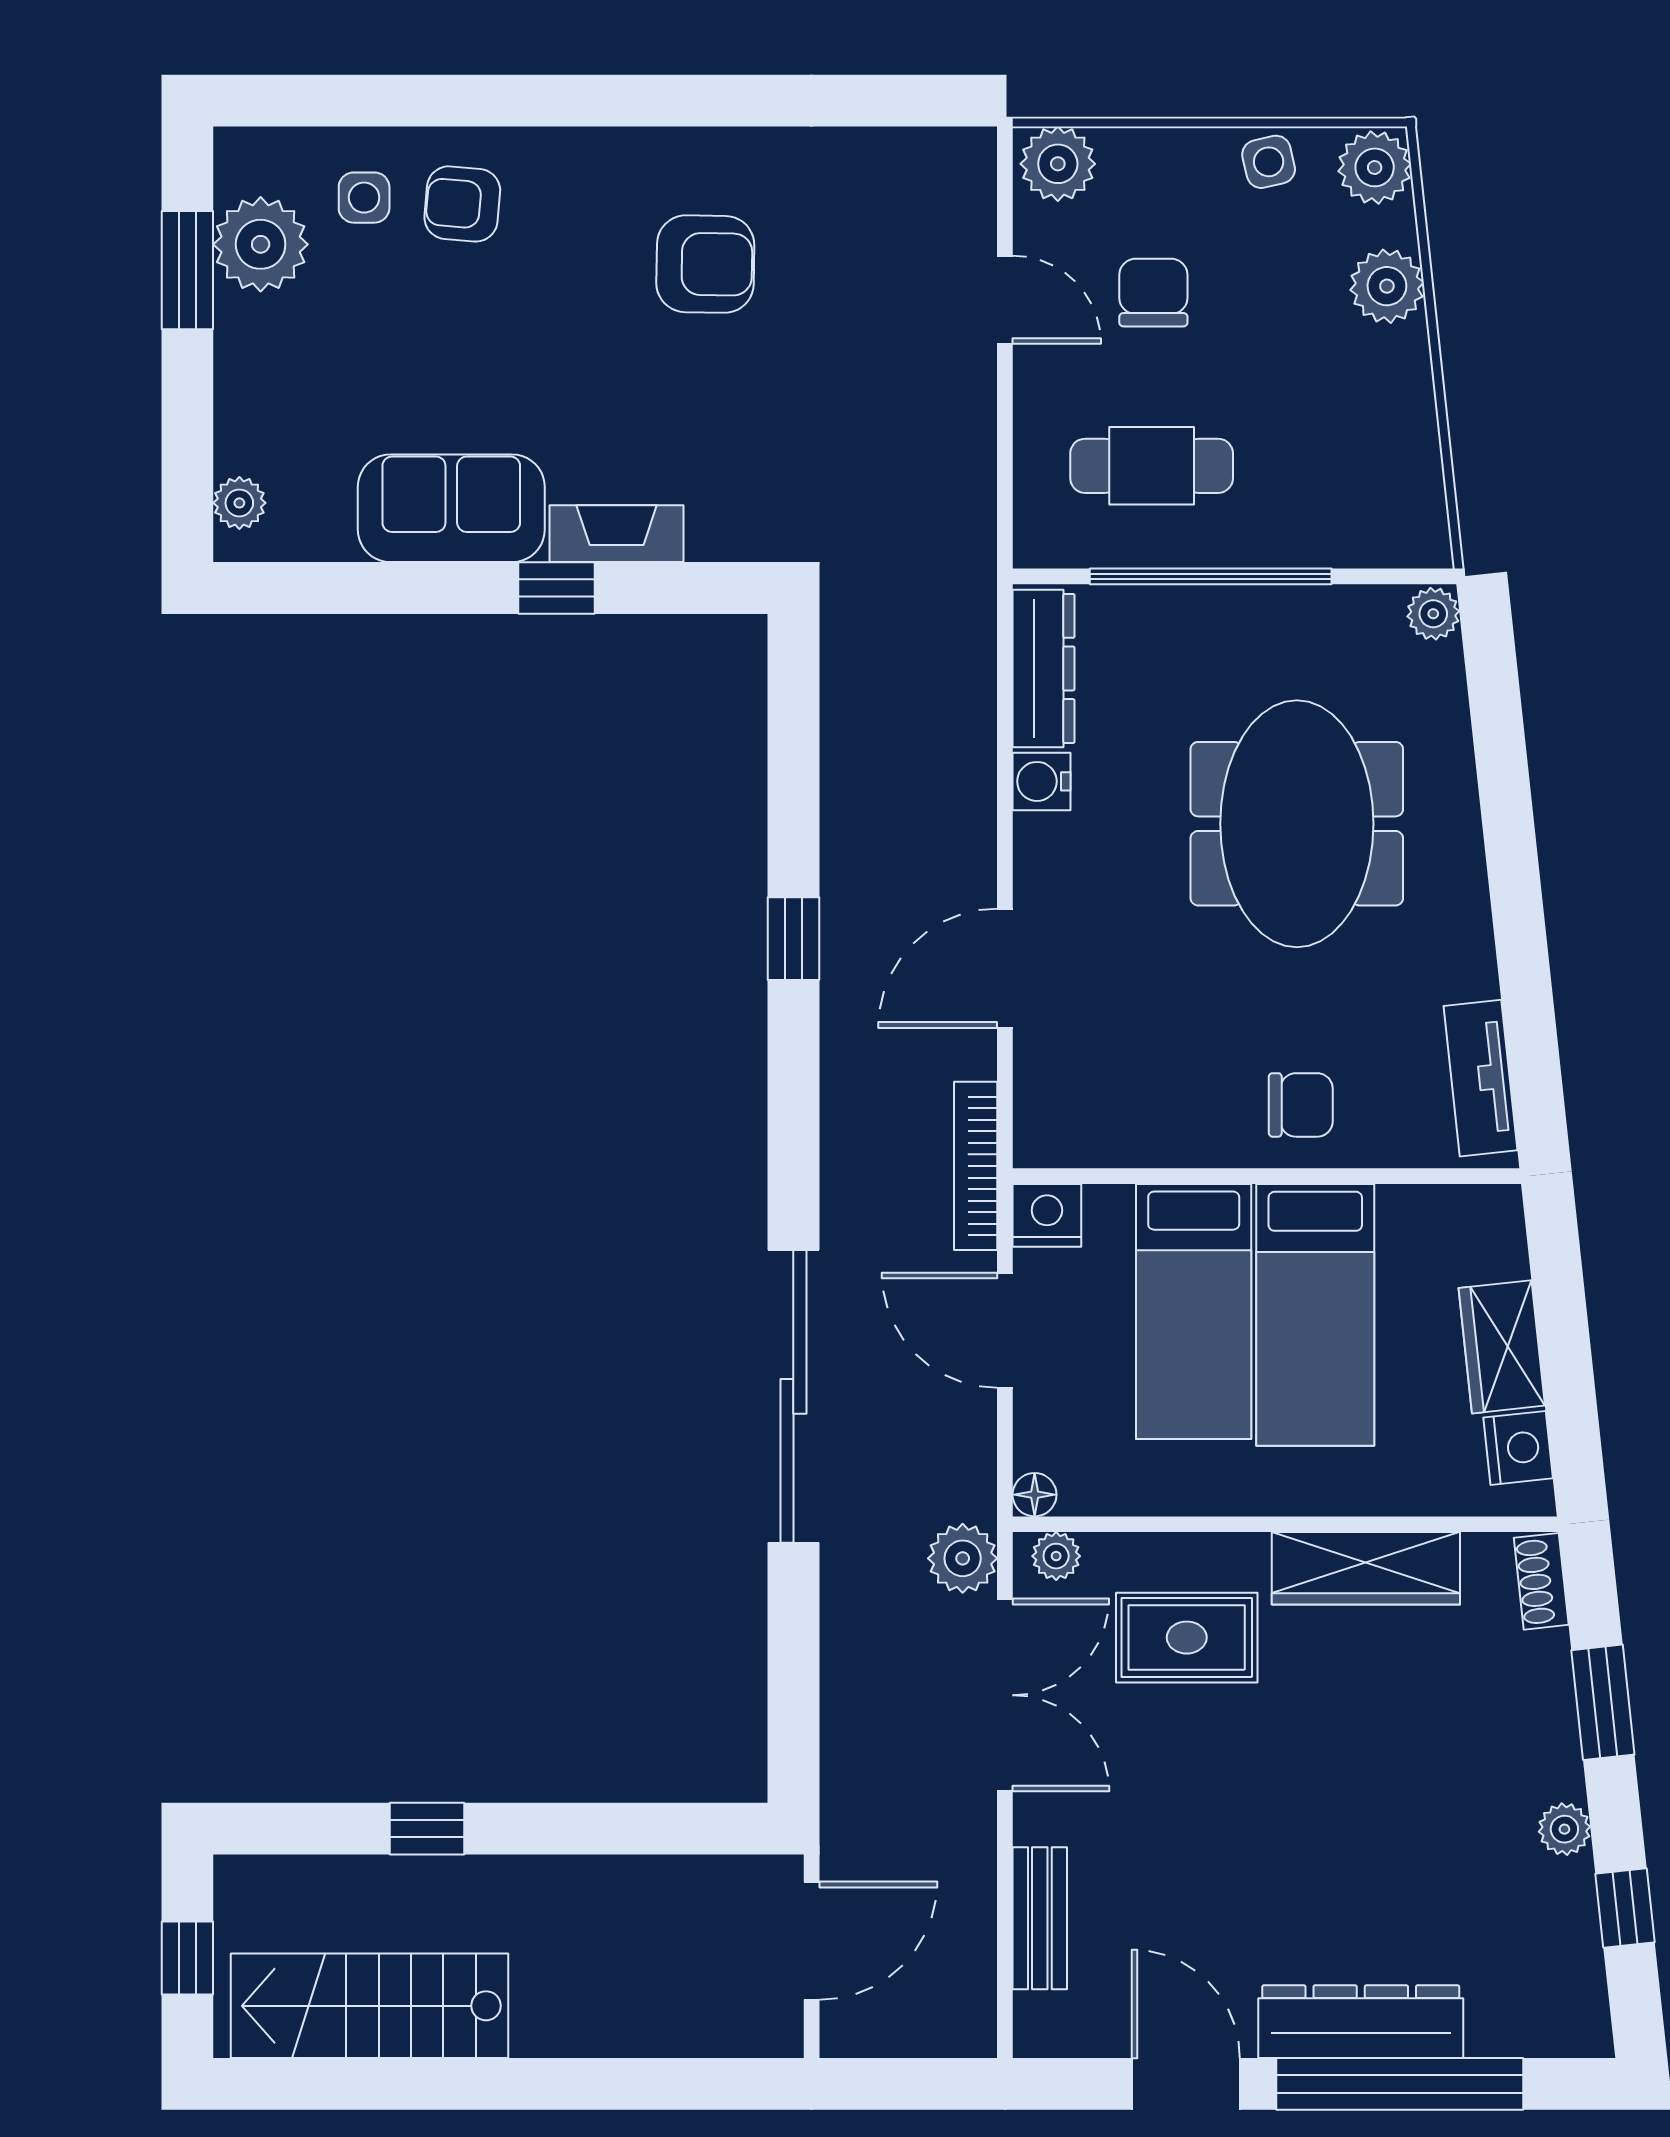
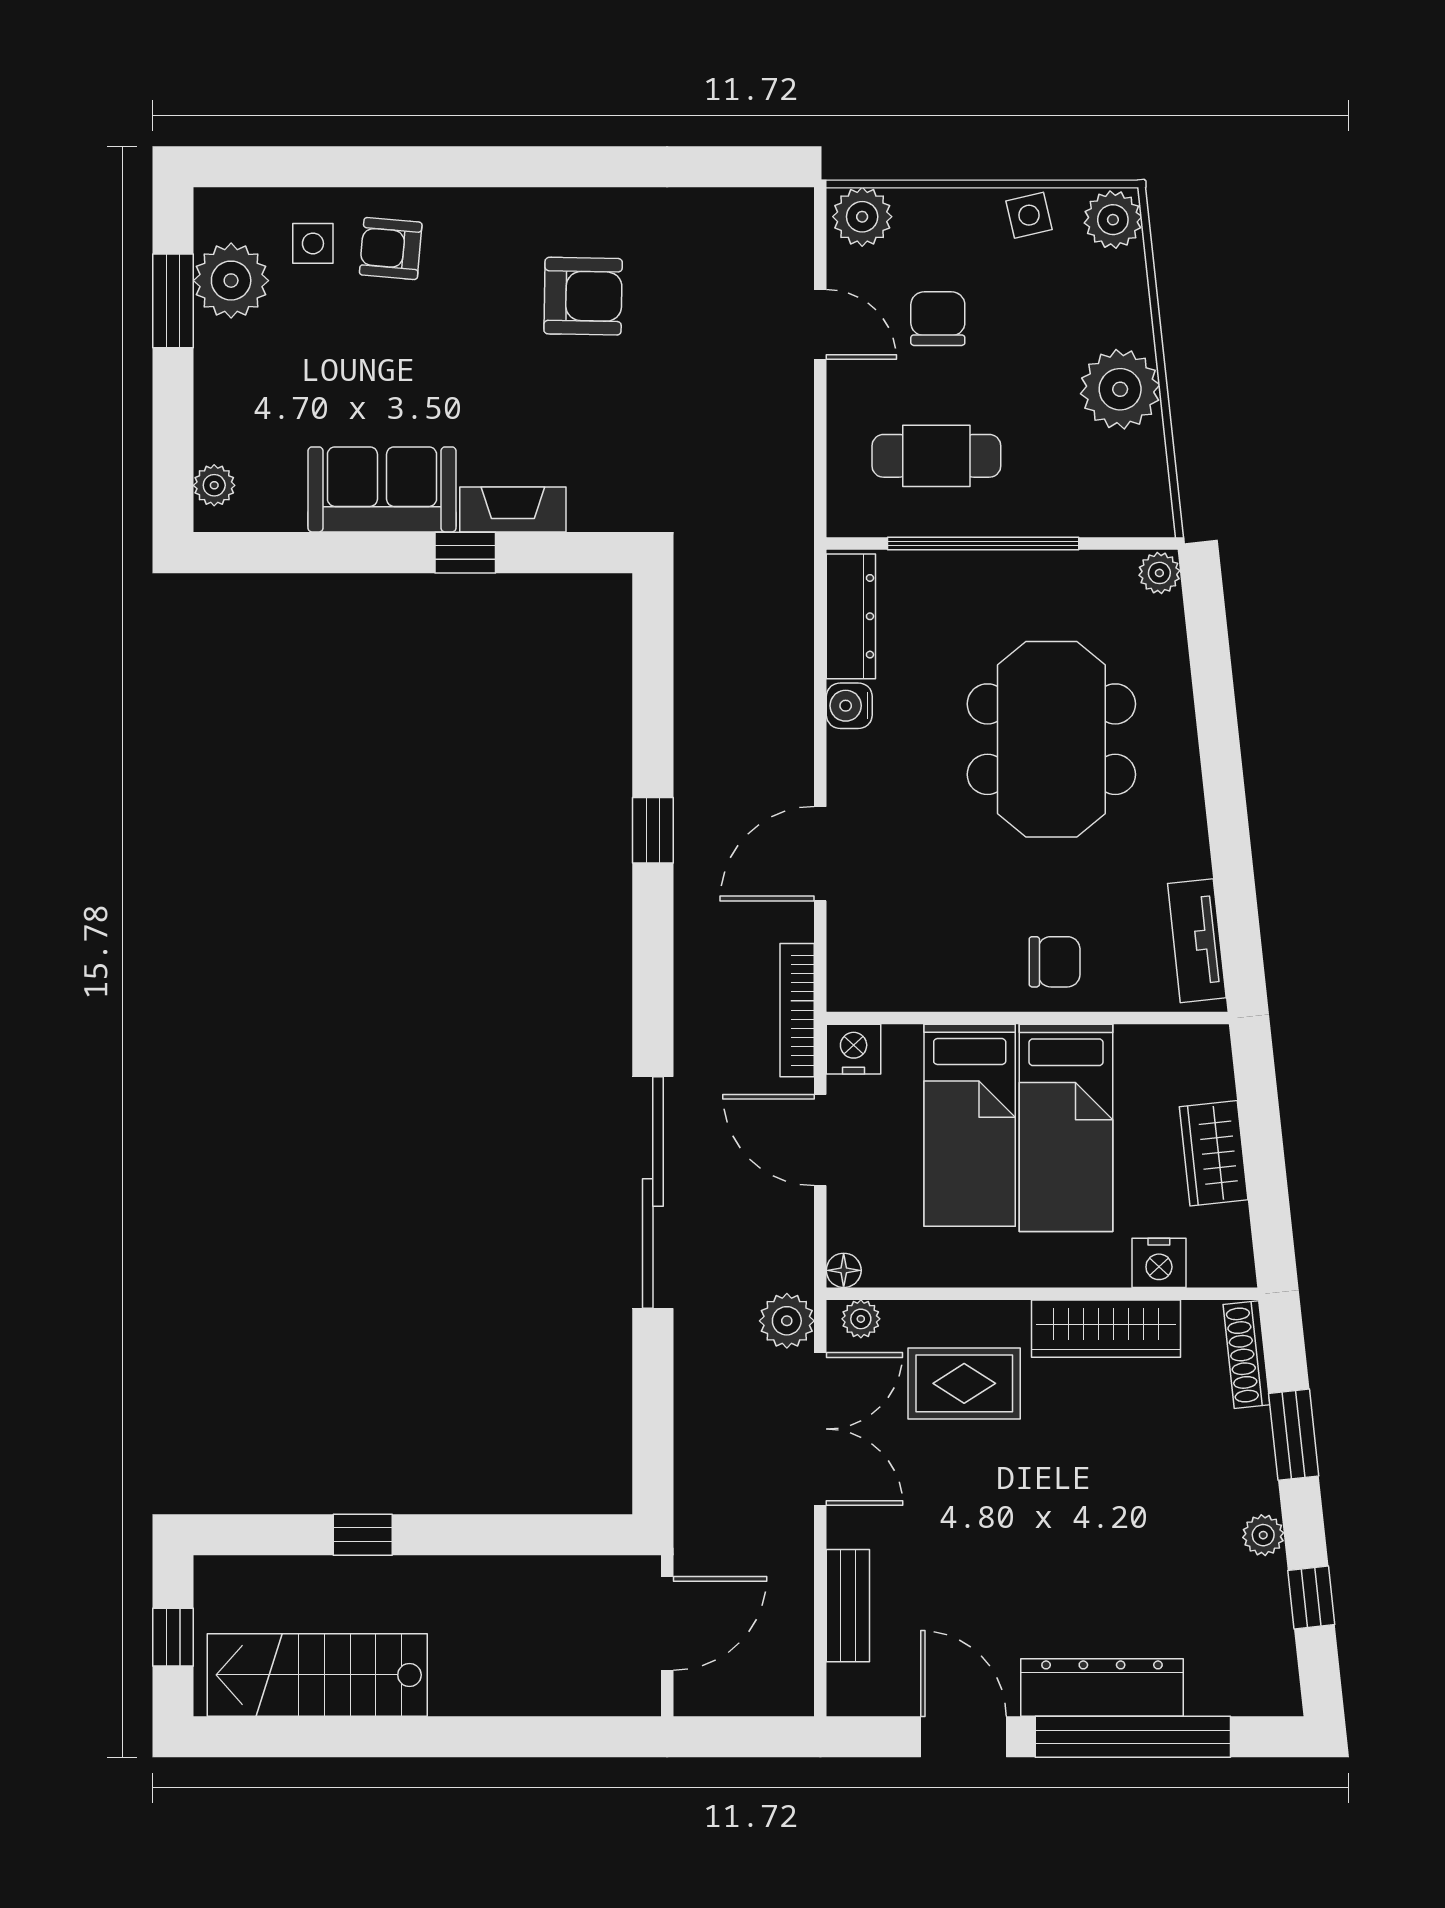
plant: (1387, 286) -> (1120, 389), moved, width x1.36, depth x1.36
nightstand: (1518, 1448) -> (1159, 1263), moved, turned 96
shoe rack: (1541, 1581) -> (1247, 1355), width x1.43

